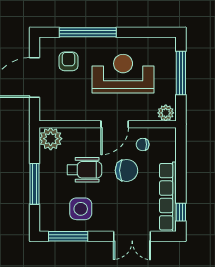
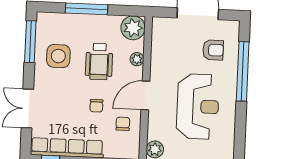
door: (115, 124) -> (145, 95), hinge flipped
plant: (80, 134) -> (137, 59), added
chair: (127, 170) -> (96, 106), width x0.54, depth x0.54

